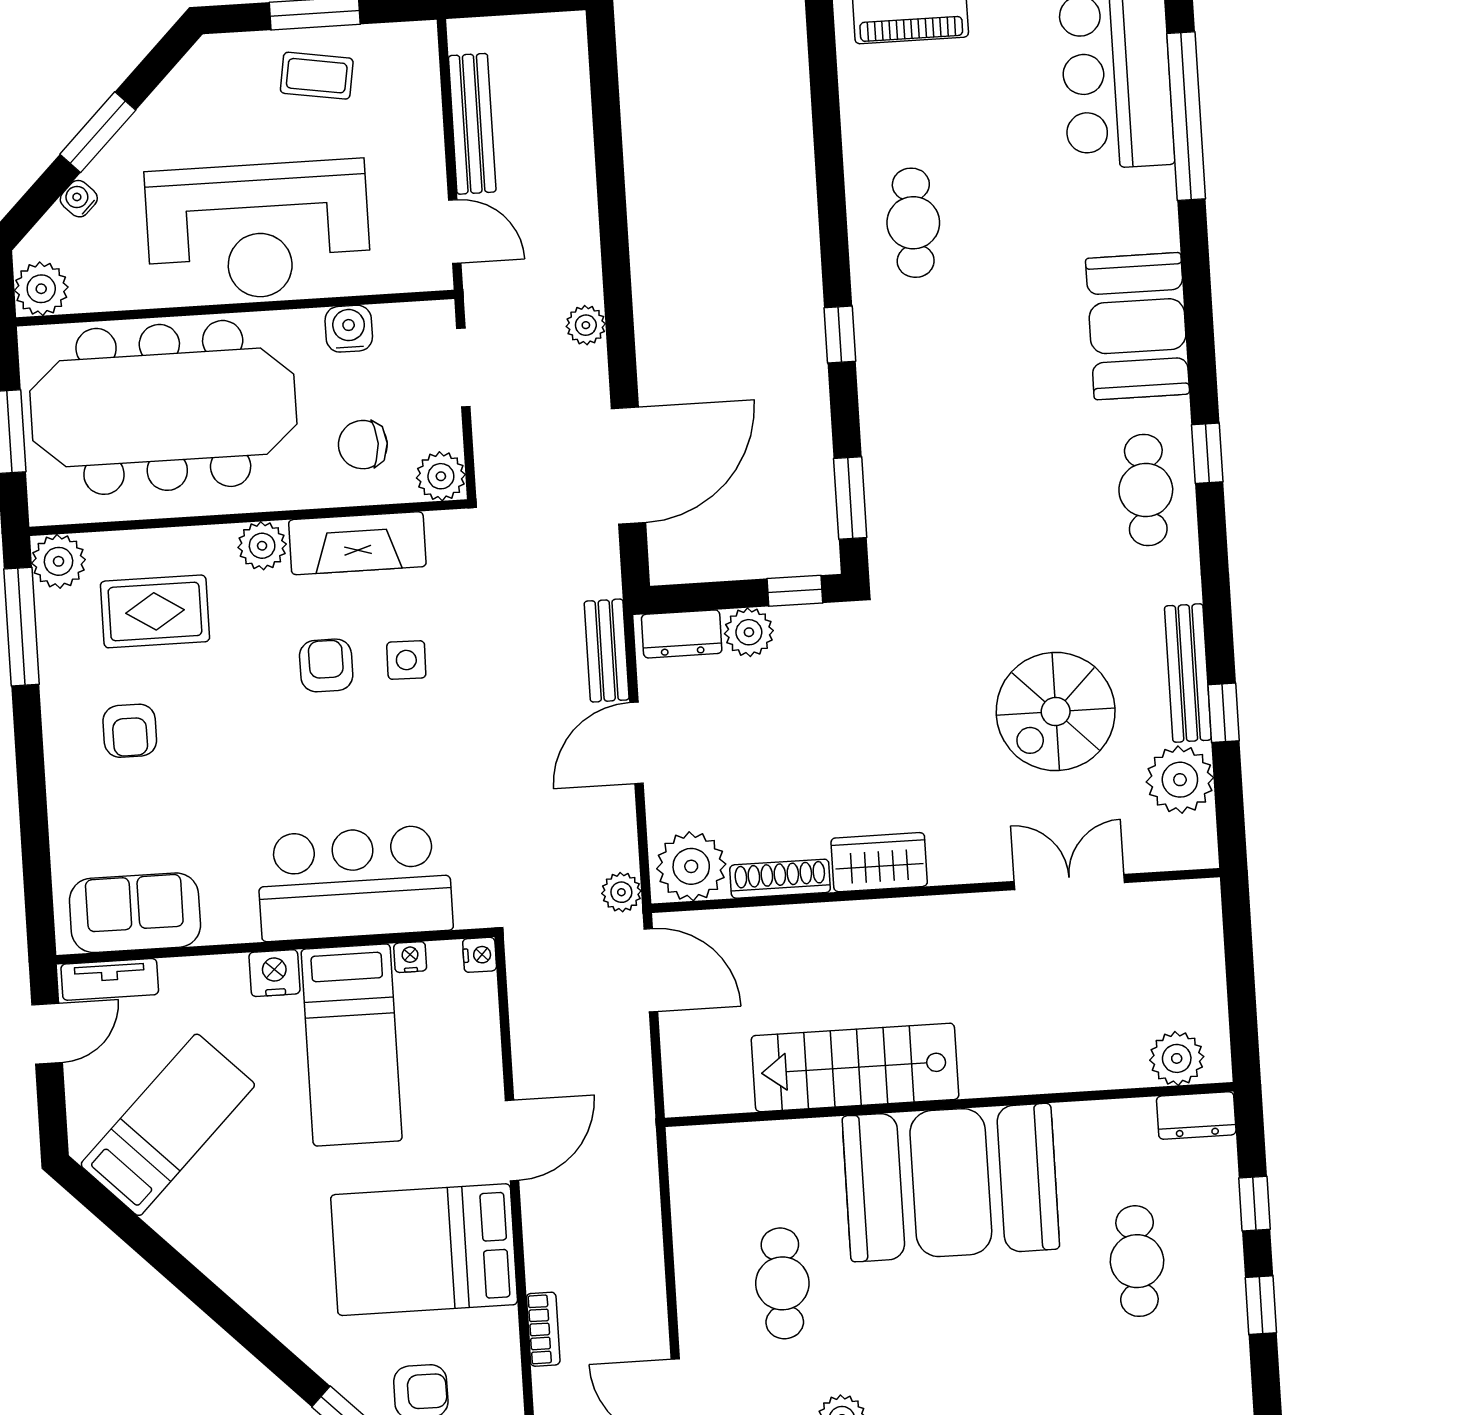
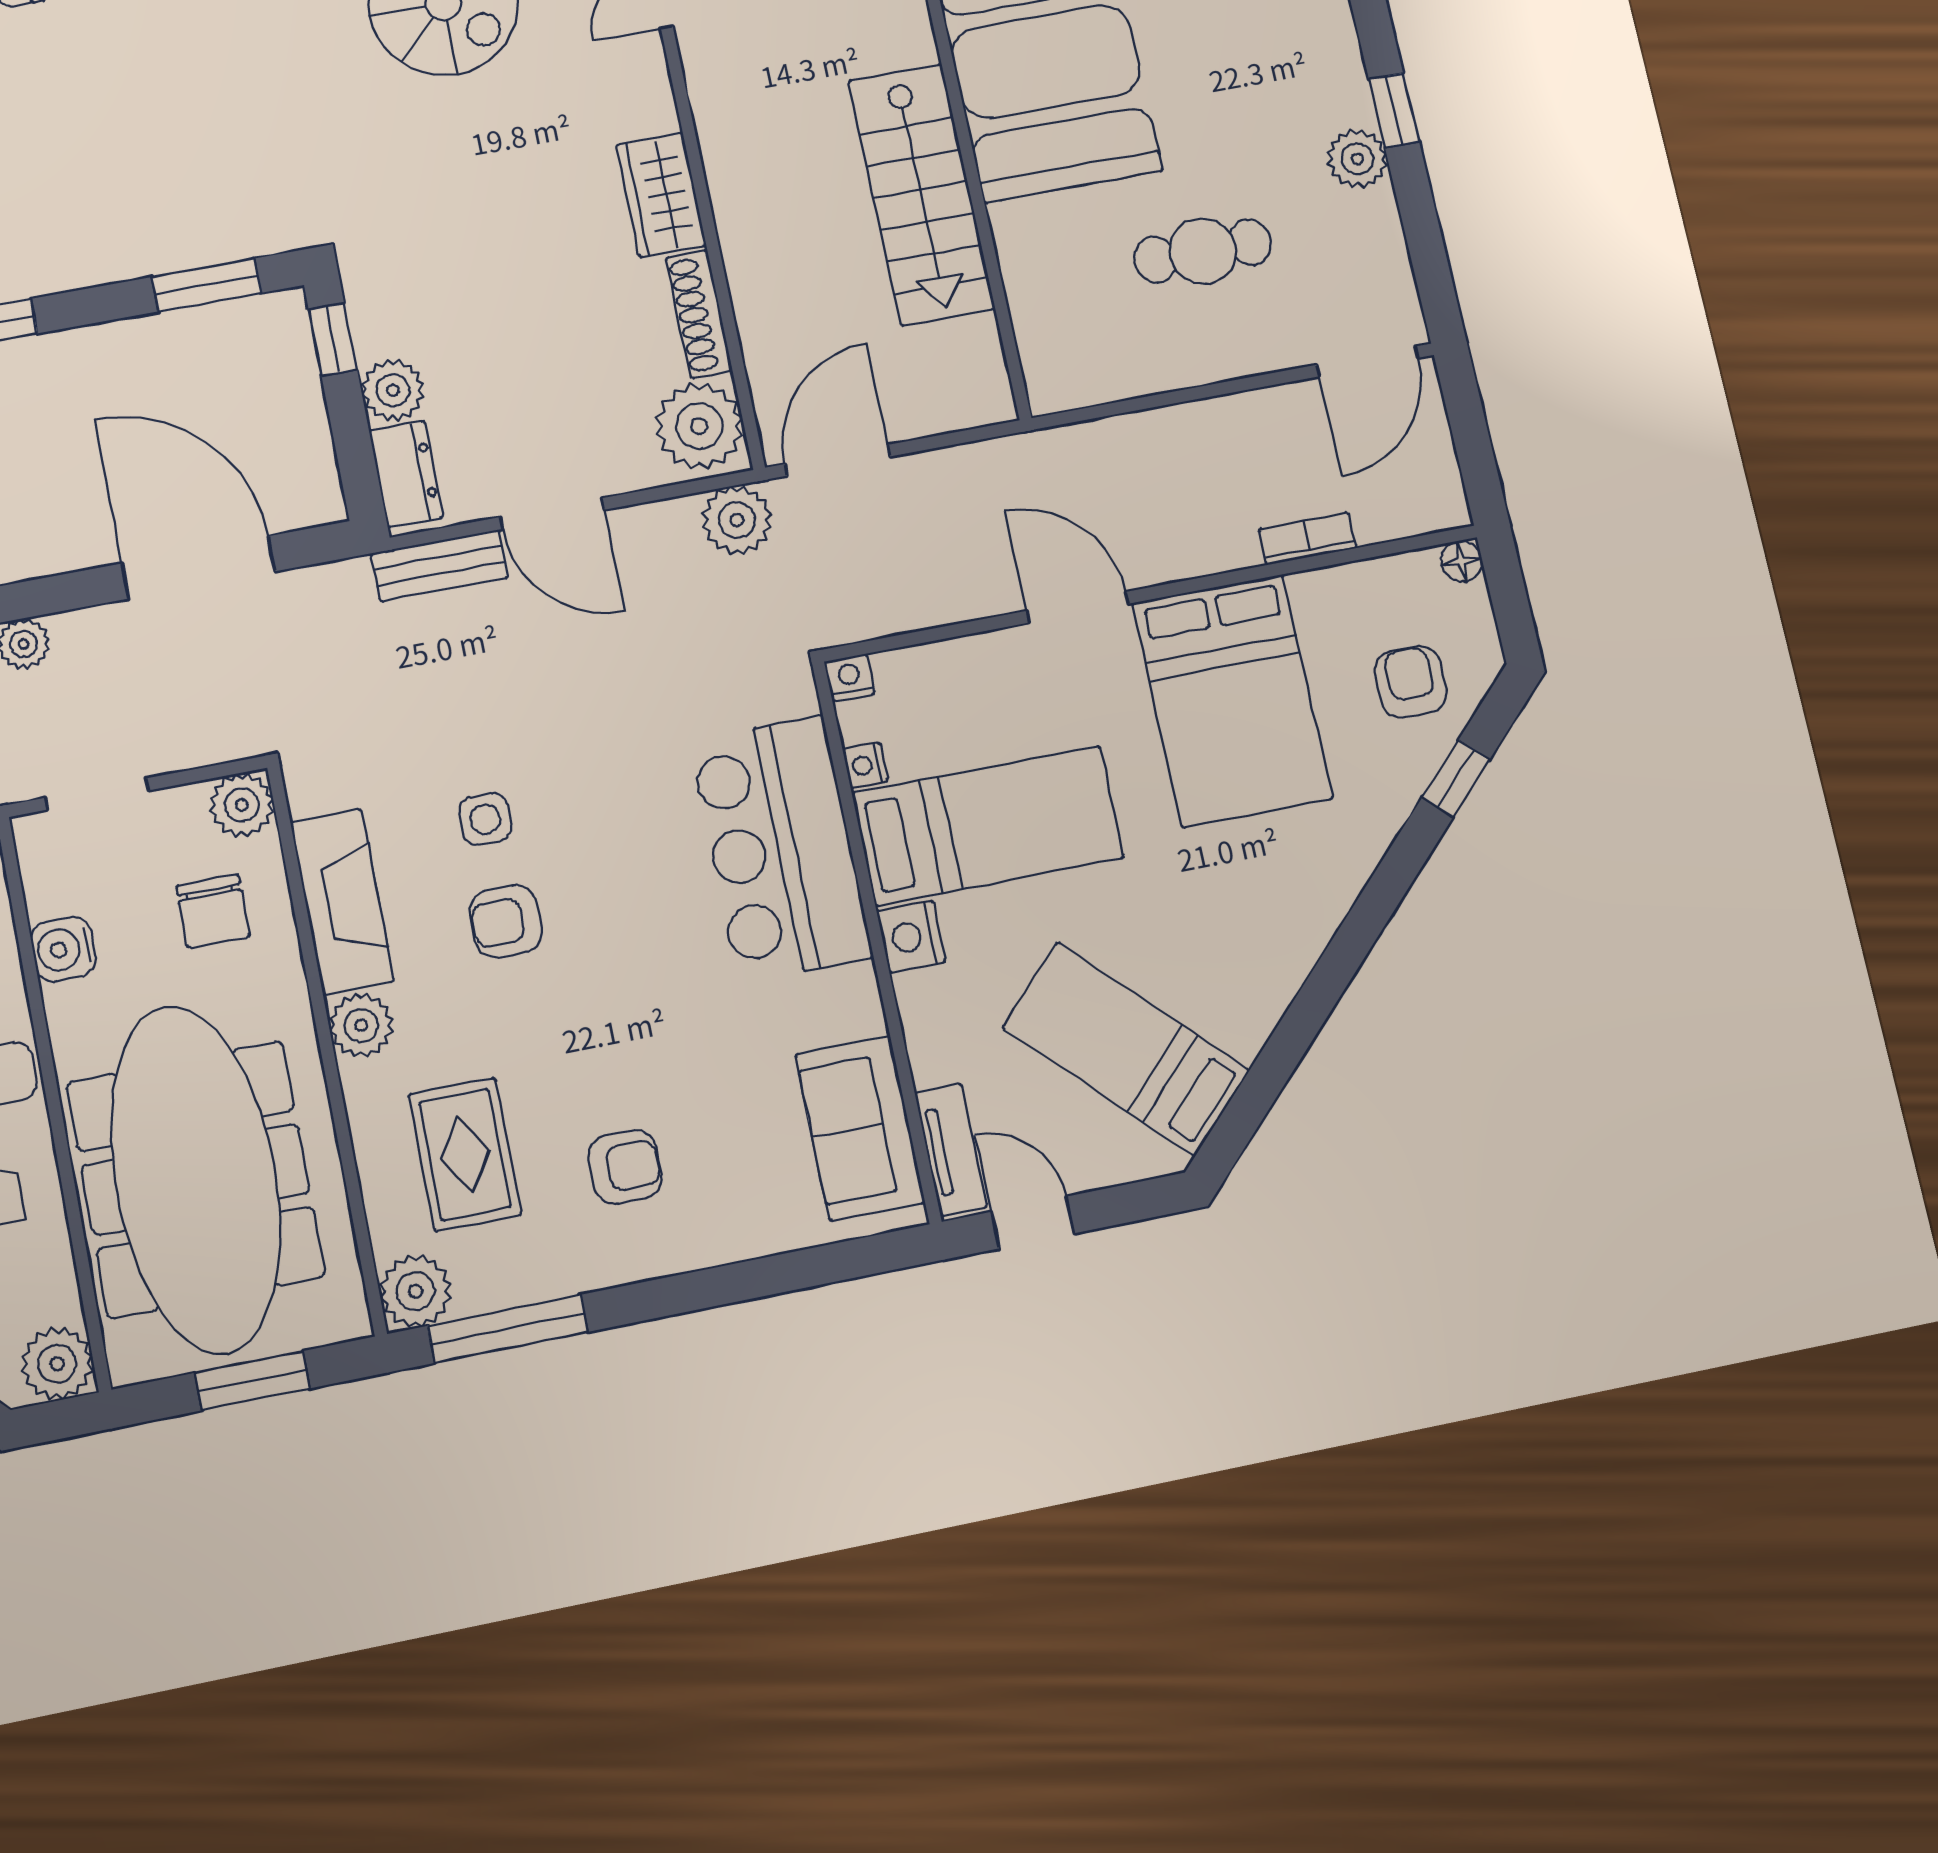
plant: (621, 892) -> (737, 520), width x1.38, depth x1.38

